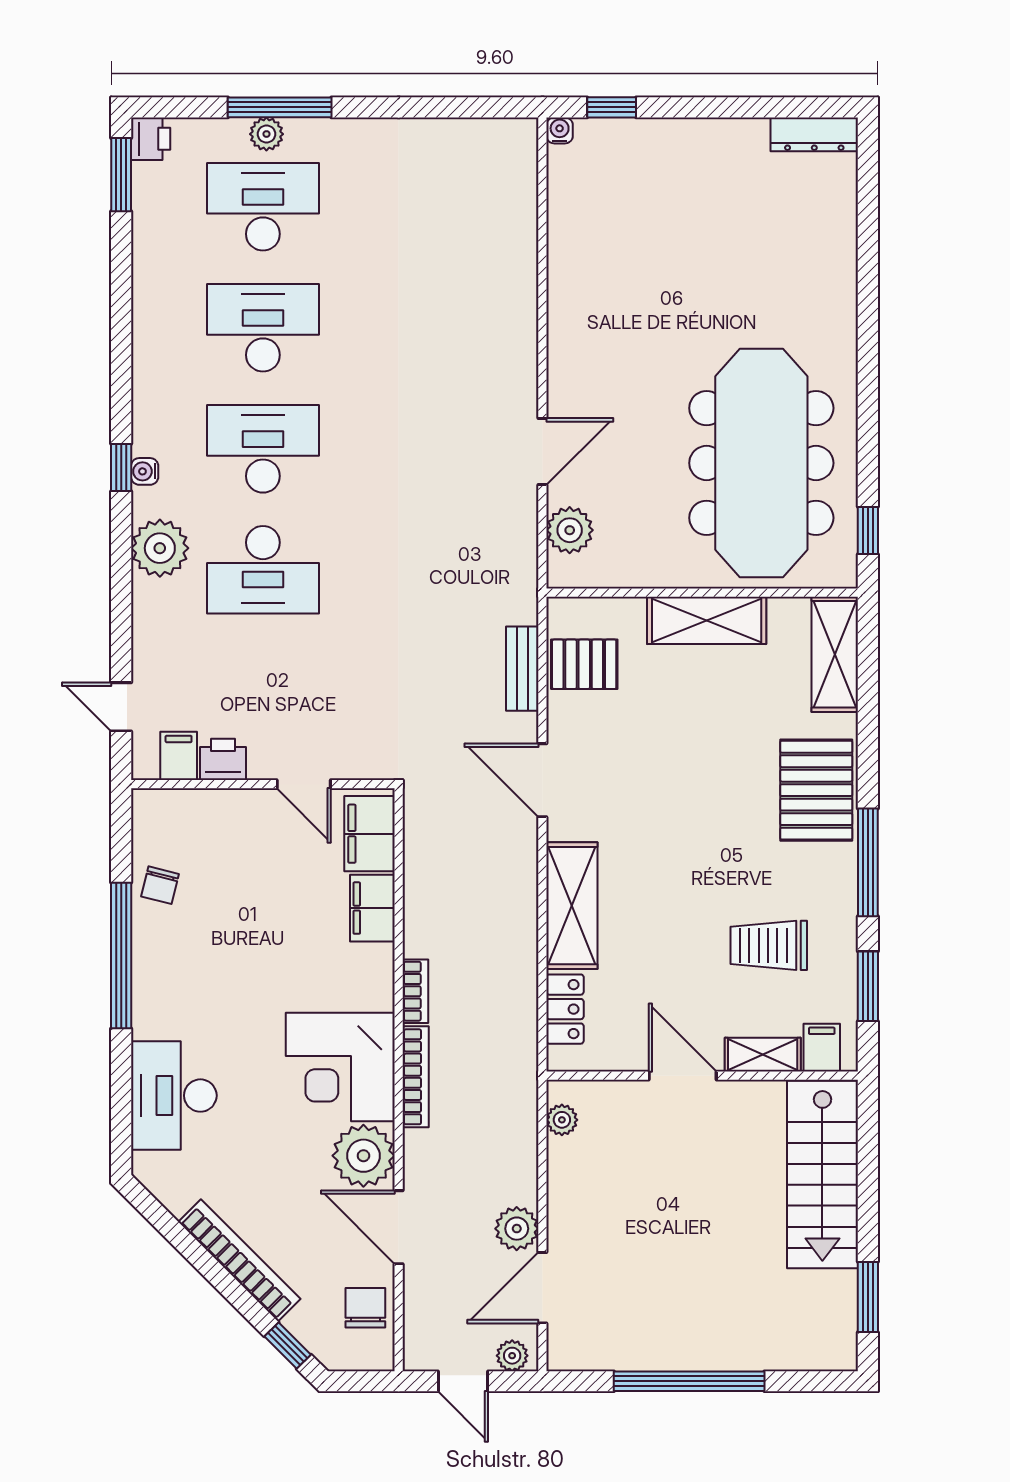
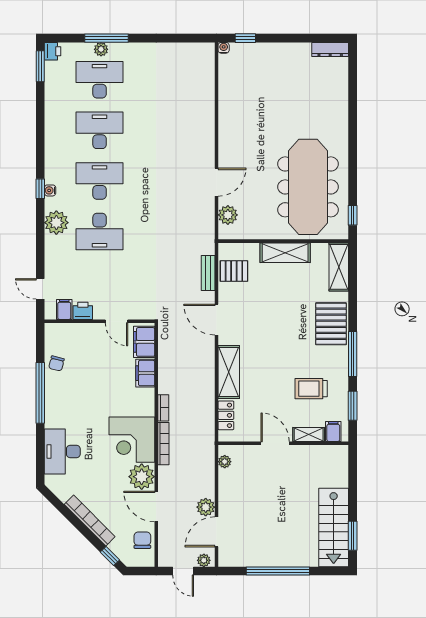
stairs: (822, 1175) -> (334, 528), moved

